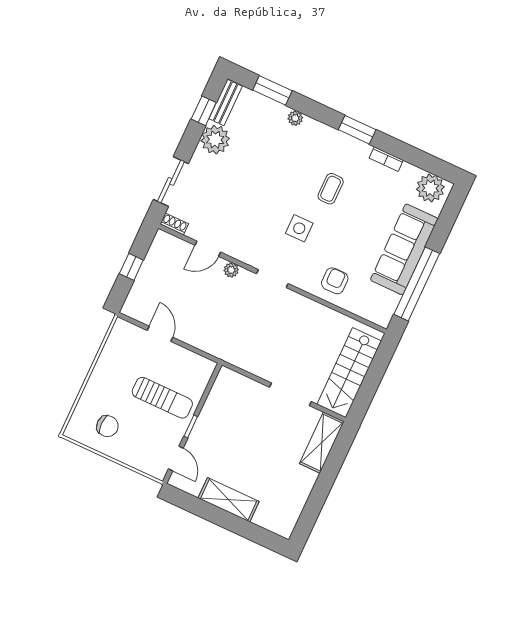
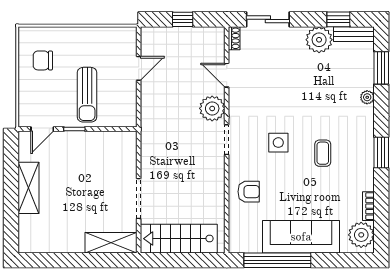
bookcase: (386, 159) -> (368, 206), moved
coffee table: (331, 189) -> (323, 153), turned 90
plant: (231, 270) -> (212, 108), width x1.88, depth x1.88
chair: (107, 426) -> (43, 60), turned 90

